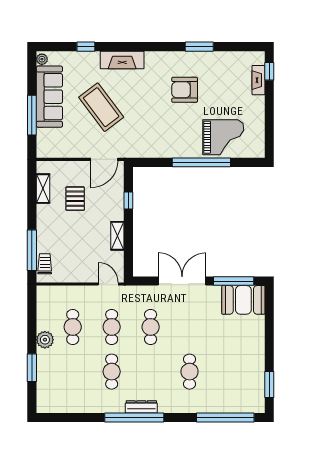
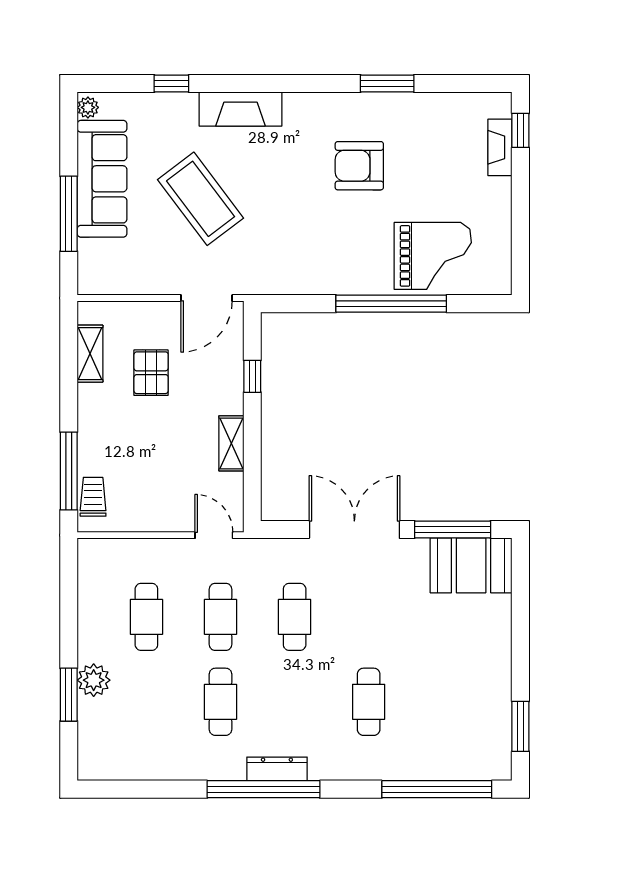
plant: (45, 340) -> (94, 680), moved

